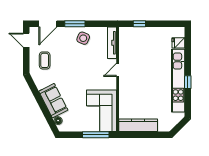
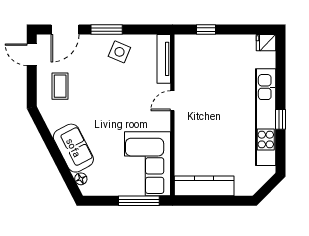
fridge: (178, 43) -> (266, 43), moved

